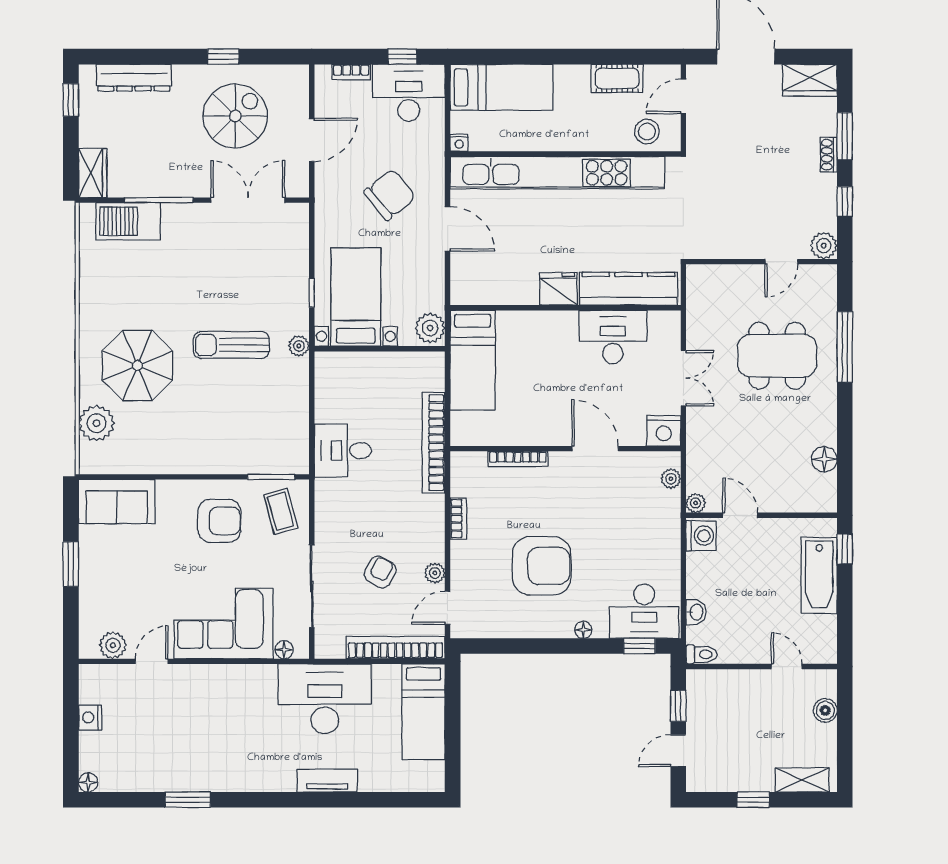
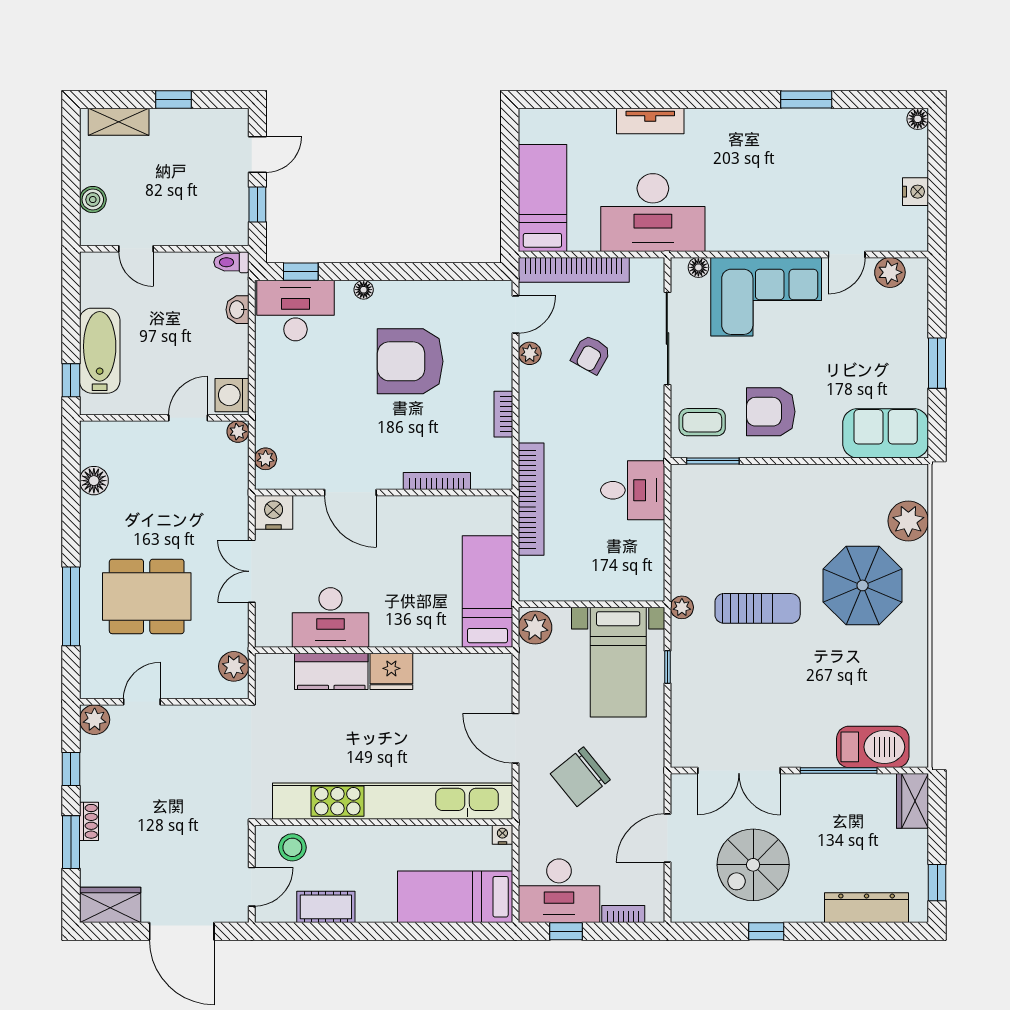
kitchen counter: (629, 289) -> (331, 671), width x0.67
plant: (699, 293) -> (234, 666), added
coffee table: (281, 511) -> (702, 422), turned -75
door: (740, 515) -> (188, 418), swing flipped

